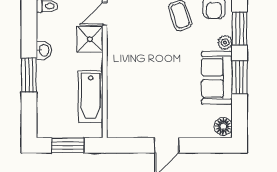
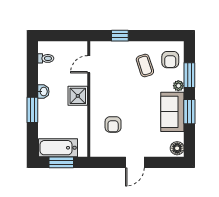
shower: (90, 39) -> (78, 96), moved
armchair: (137, 95) -> (113, 124), added
bathtub: (91, 97) -> (58, 148), moved, turned 90

